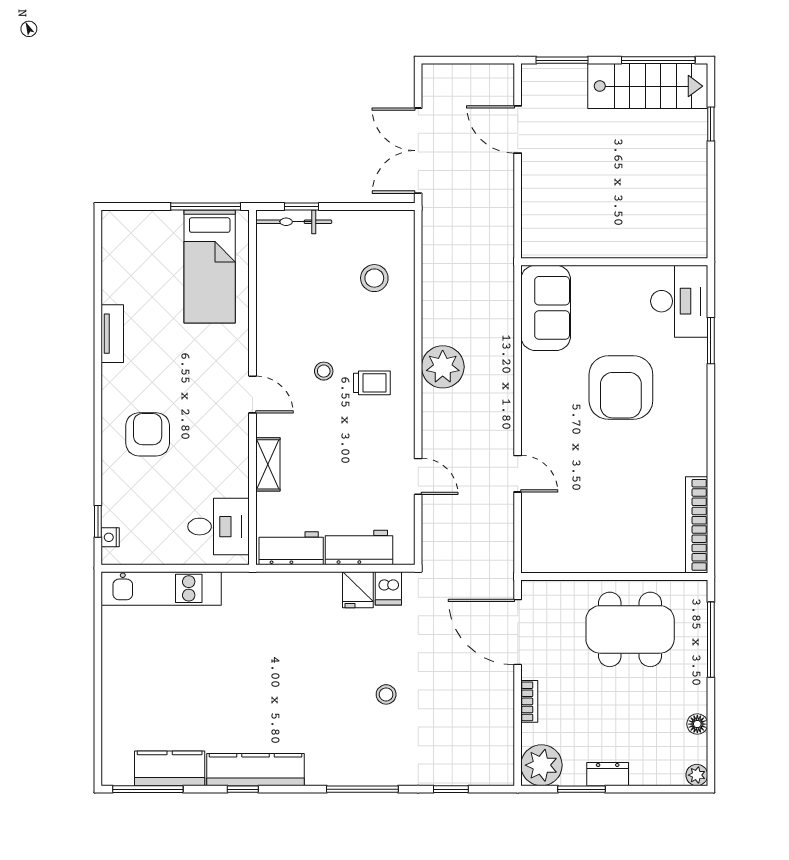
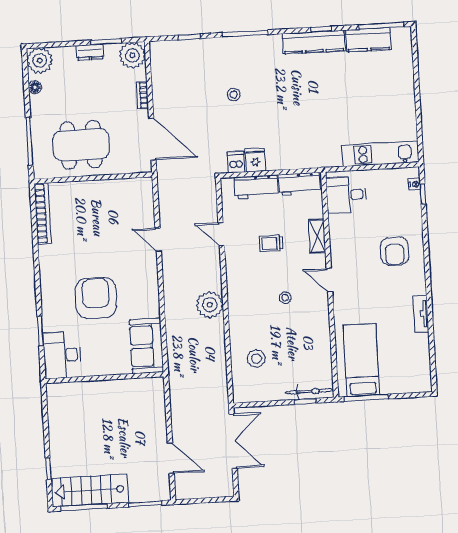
trolley: (372, 383) -> (271, 243), moved
plant: (697, 775) -> (40, 60), width x1.88, depth x1.88

